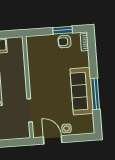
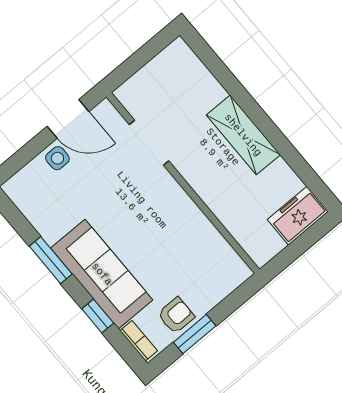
window: (93, 62) -> (98, 316), added
sofa: (82, 91) -> (102, 274), moved
window: (95, 94) -> (51, 260), width x0.69

